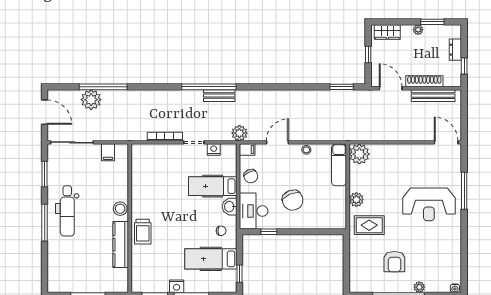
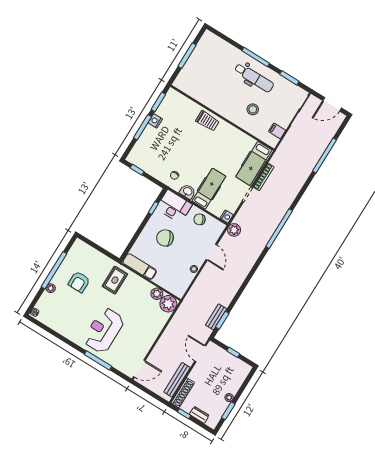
wardrobe: (387, 32) -> (241, 375), removed
shoe rack: (424, 81) -> (183, 393), moved
door: (391, 88) -> (200, 354), swing flipped
bench: (219, 96) -> (216, 317), moved
plant: (91, 100) -> (321, 142), removed
filing cabinet: (247, 149) -> (219, 228), removed
nightstand: (214, 150) -> (227, 217), moved
exam couch: (339, 165) -> (140, 267), moved
plant: (356, 200) -> (157, 294), moved
stool: (120, 209) -> (253, 109), moved
dental chair: (67, 211) -> (254, 78), turned 180
trolley: (143, 232) -> (207, 121), turned 180
kitchen counter: (121, 245) -> (208, 100), removed
hospital bed: (211, 259) -> (254, 163), moved, turned 180
armchair: (394, 262) -> (79, 282), turned -90

